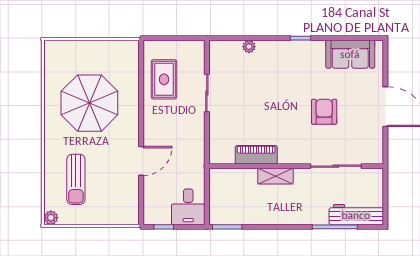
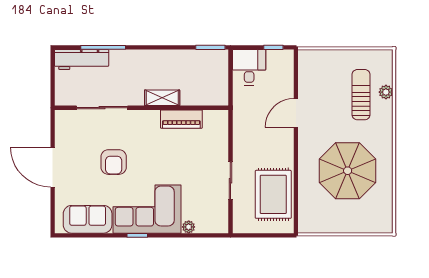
corner sofa: (291, 64) -> (147, 209), added
rug: (164, 79) -> (273, 194), width x1.36, depth x1.43
plant: (51, 218) -> (386, 92), moved

